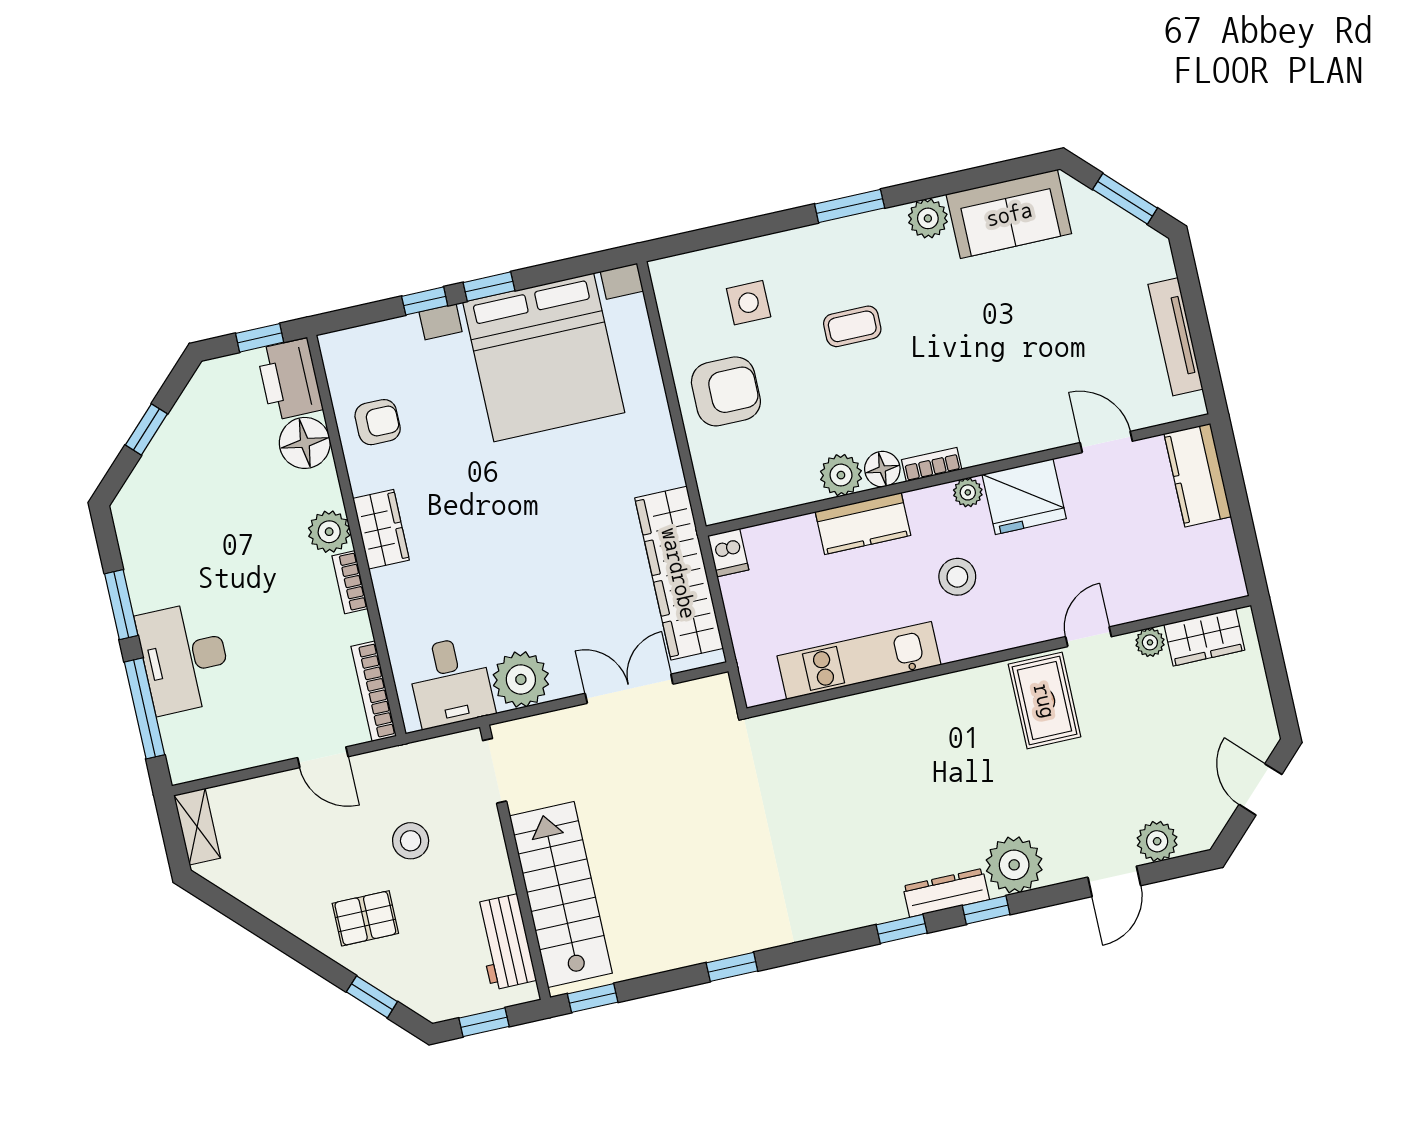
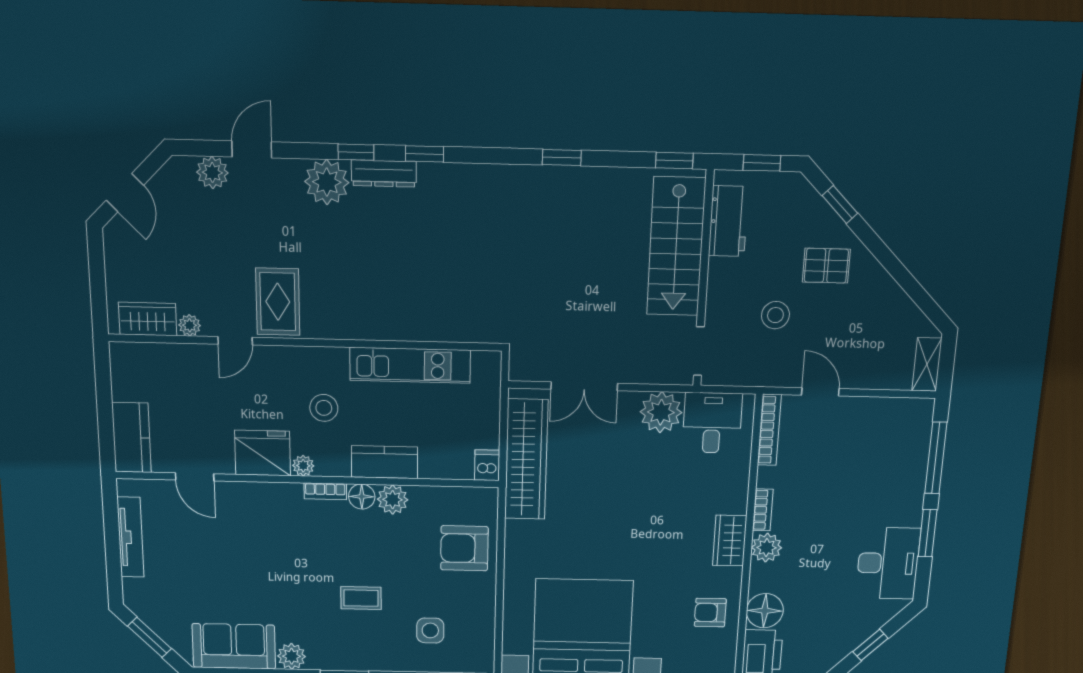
armchair: (726, 391) -> (464, 548), moved
desk: (184, 658) -> (888, 563), moved

